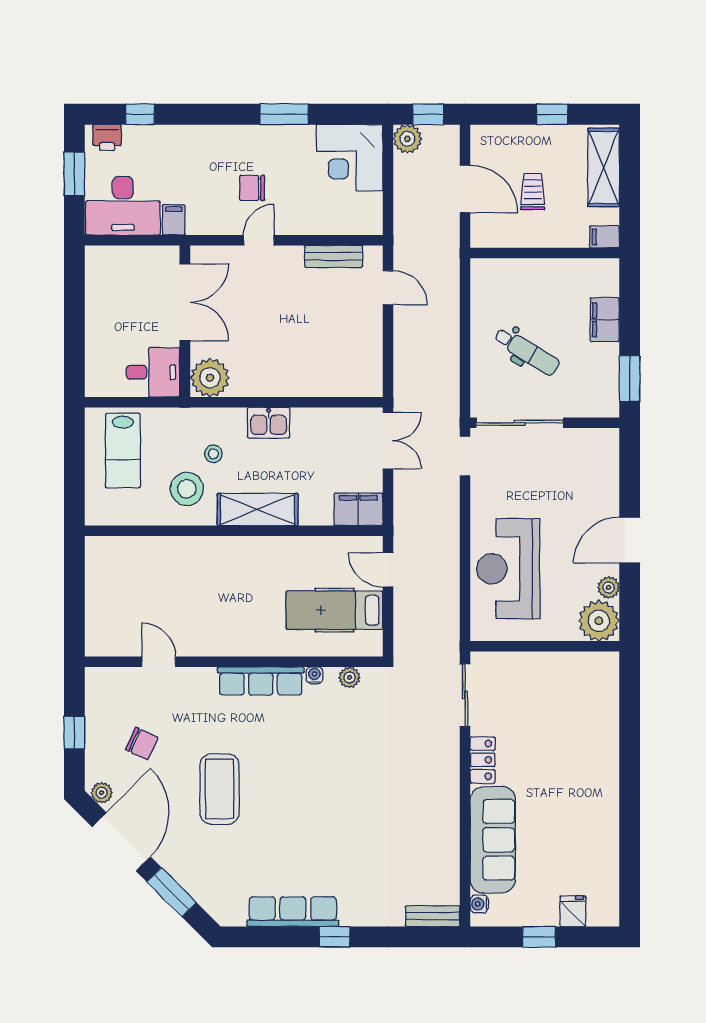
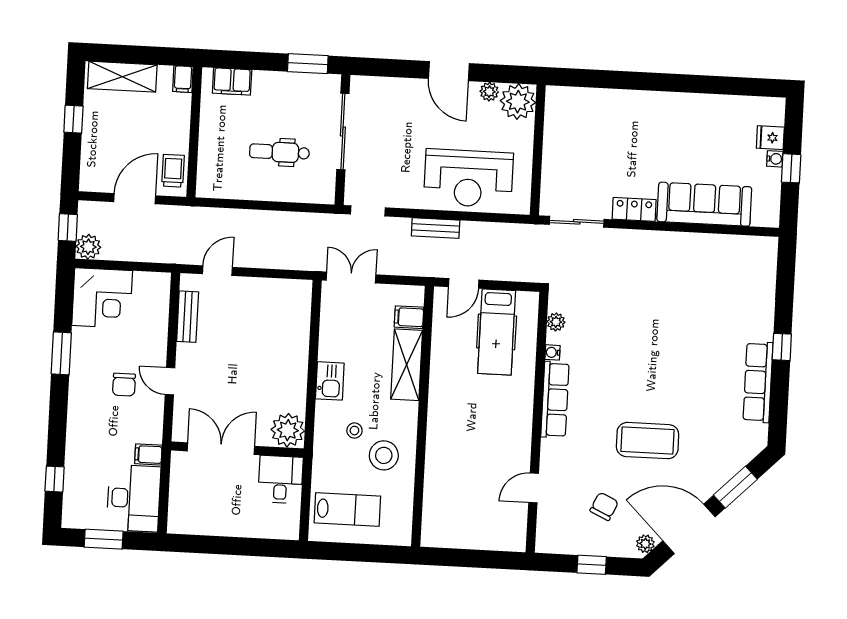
printer: (107, 138) -> (73, 509), removed
trolley: (533, 192) -> (173, 171), moved, turned 90
filing cabinet: (605, 320) -> (232, 81), moved
dental chair: (527, 351) -> (279, 152), turned -121
sliding door: (520, 423) -> (343, 131), moved
shelving: (258, 509) -> (407, 365), moved
filing cabinet: (358, 509) -> (409, 317), width x0.50
water cooler: (479, 904) -> (775, 159), moved, turned -90
bench: (433, 916) -> (436, 228), moved, turned 90

